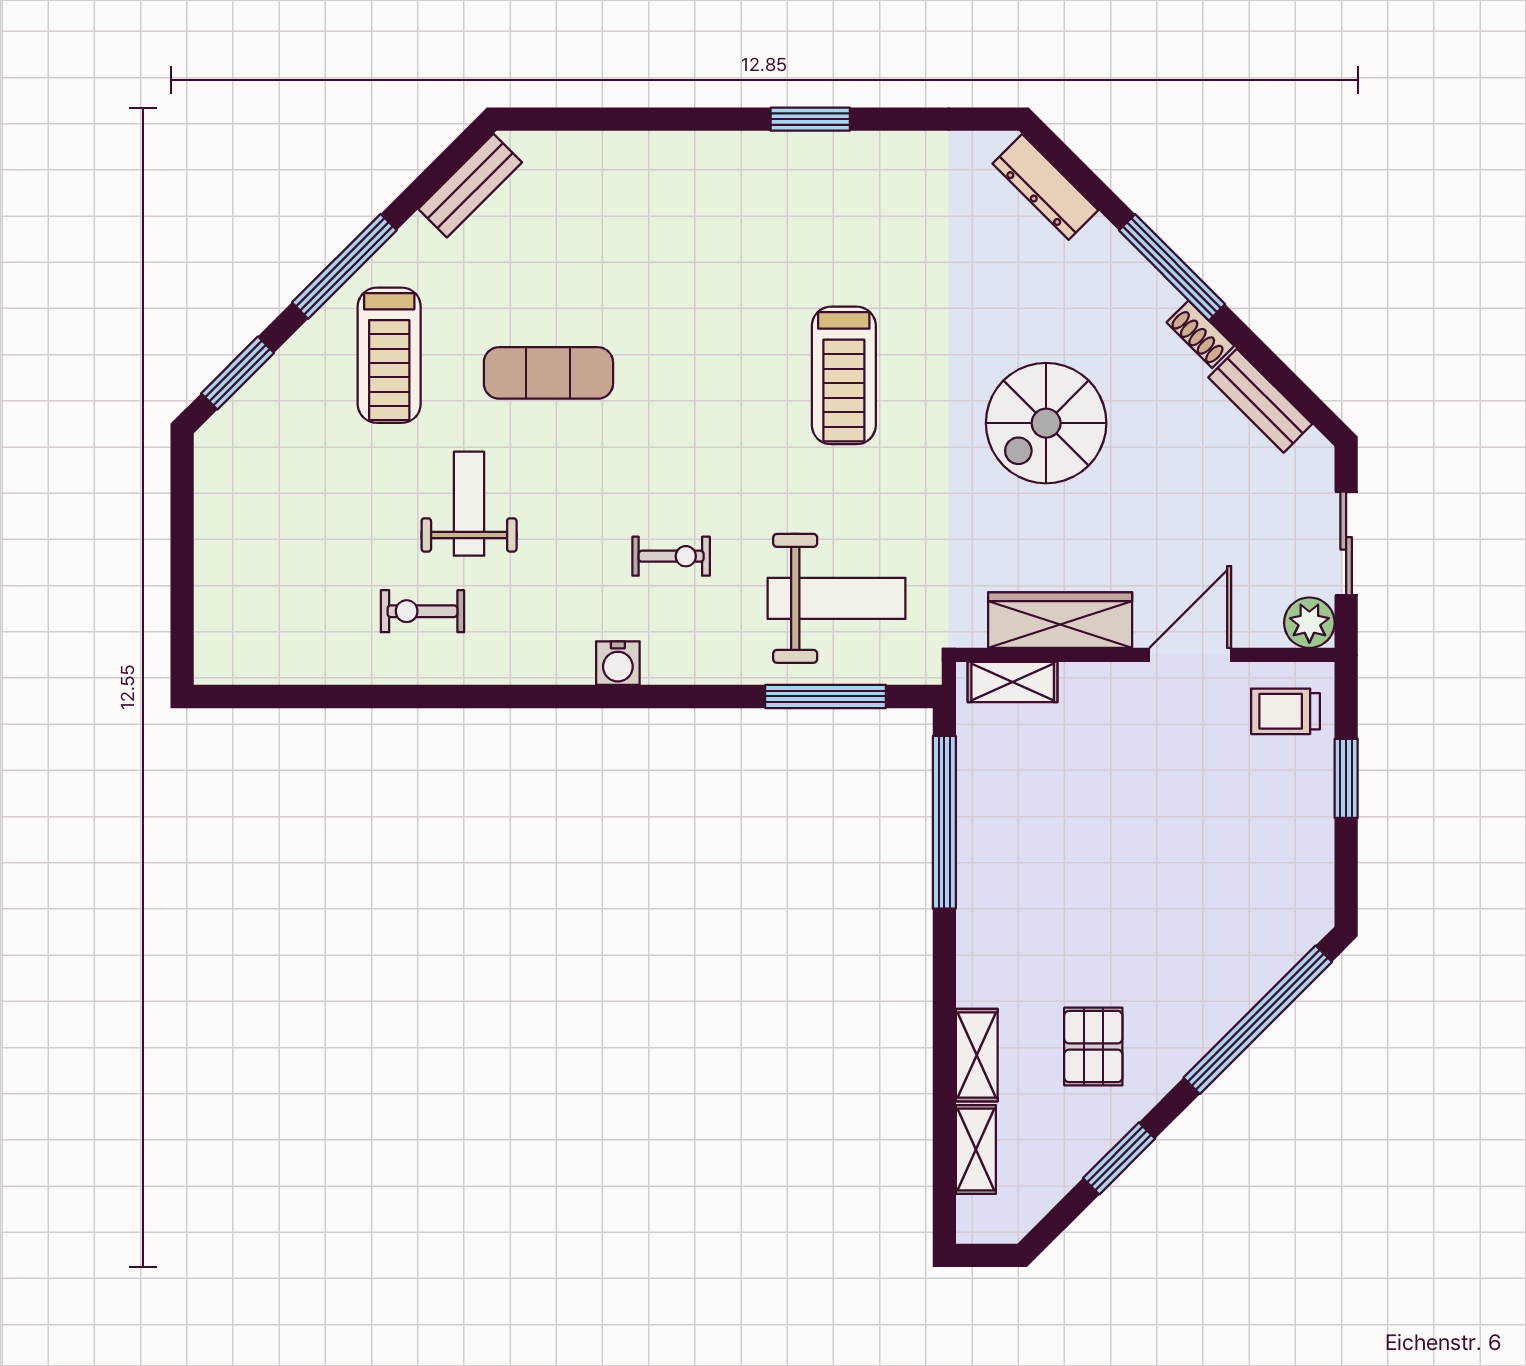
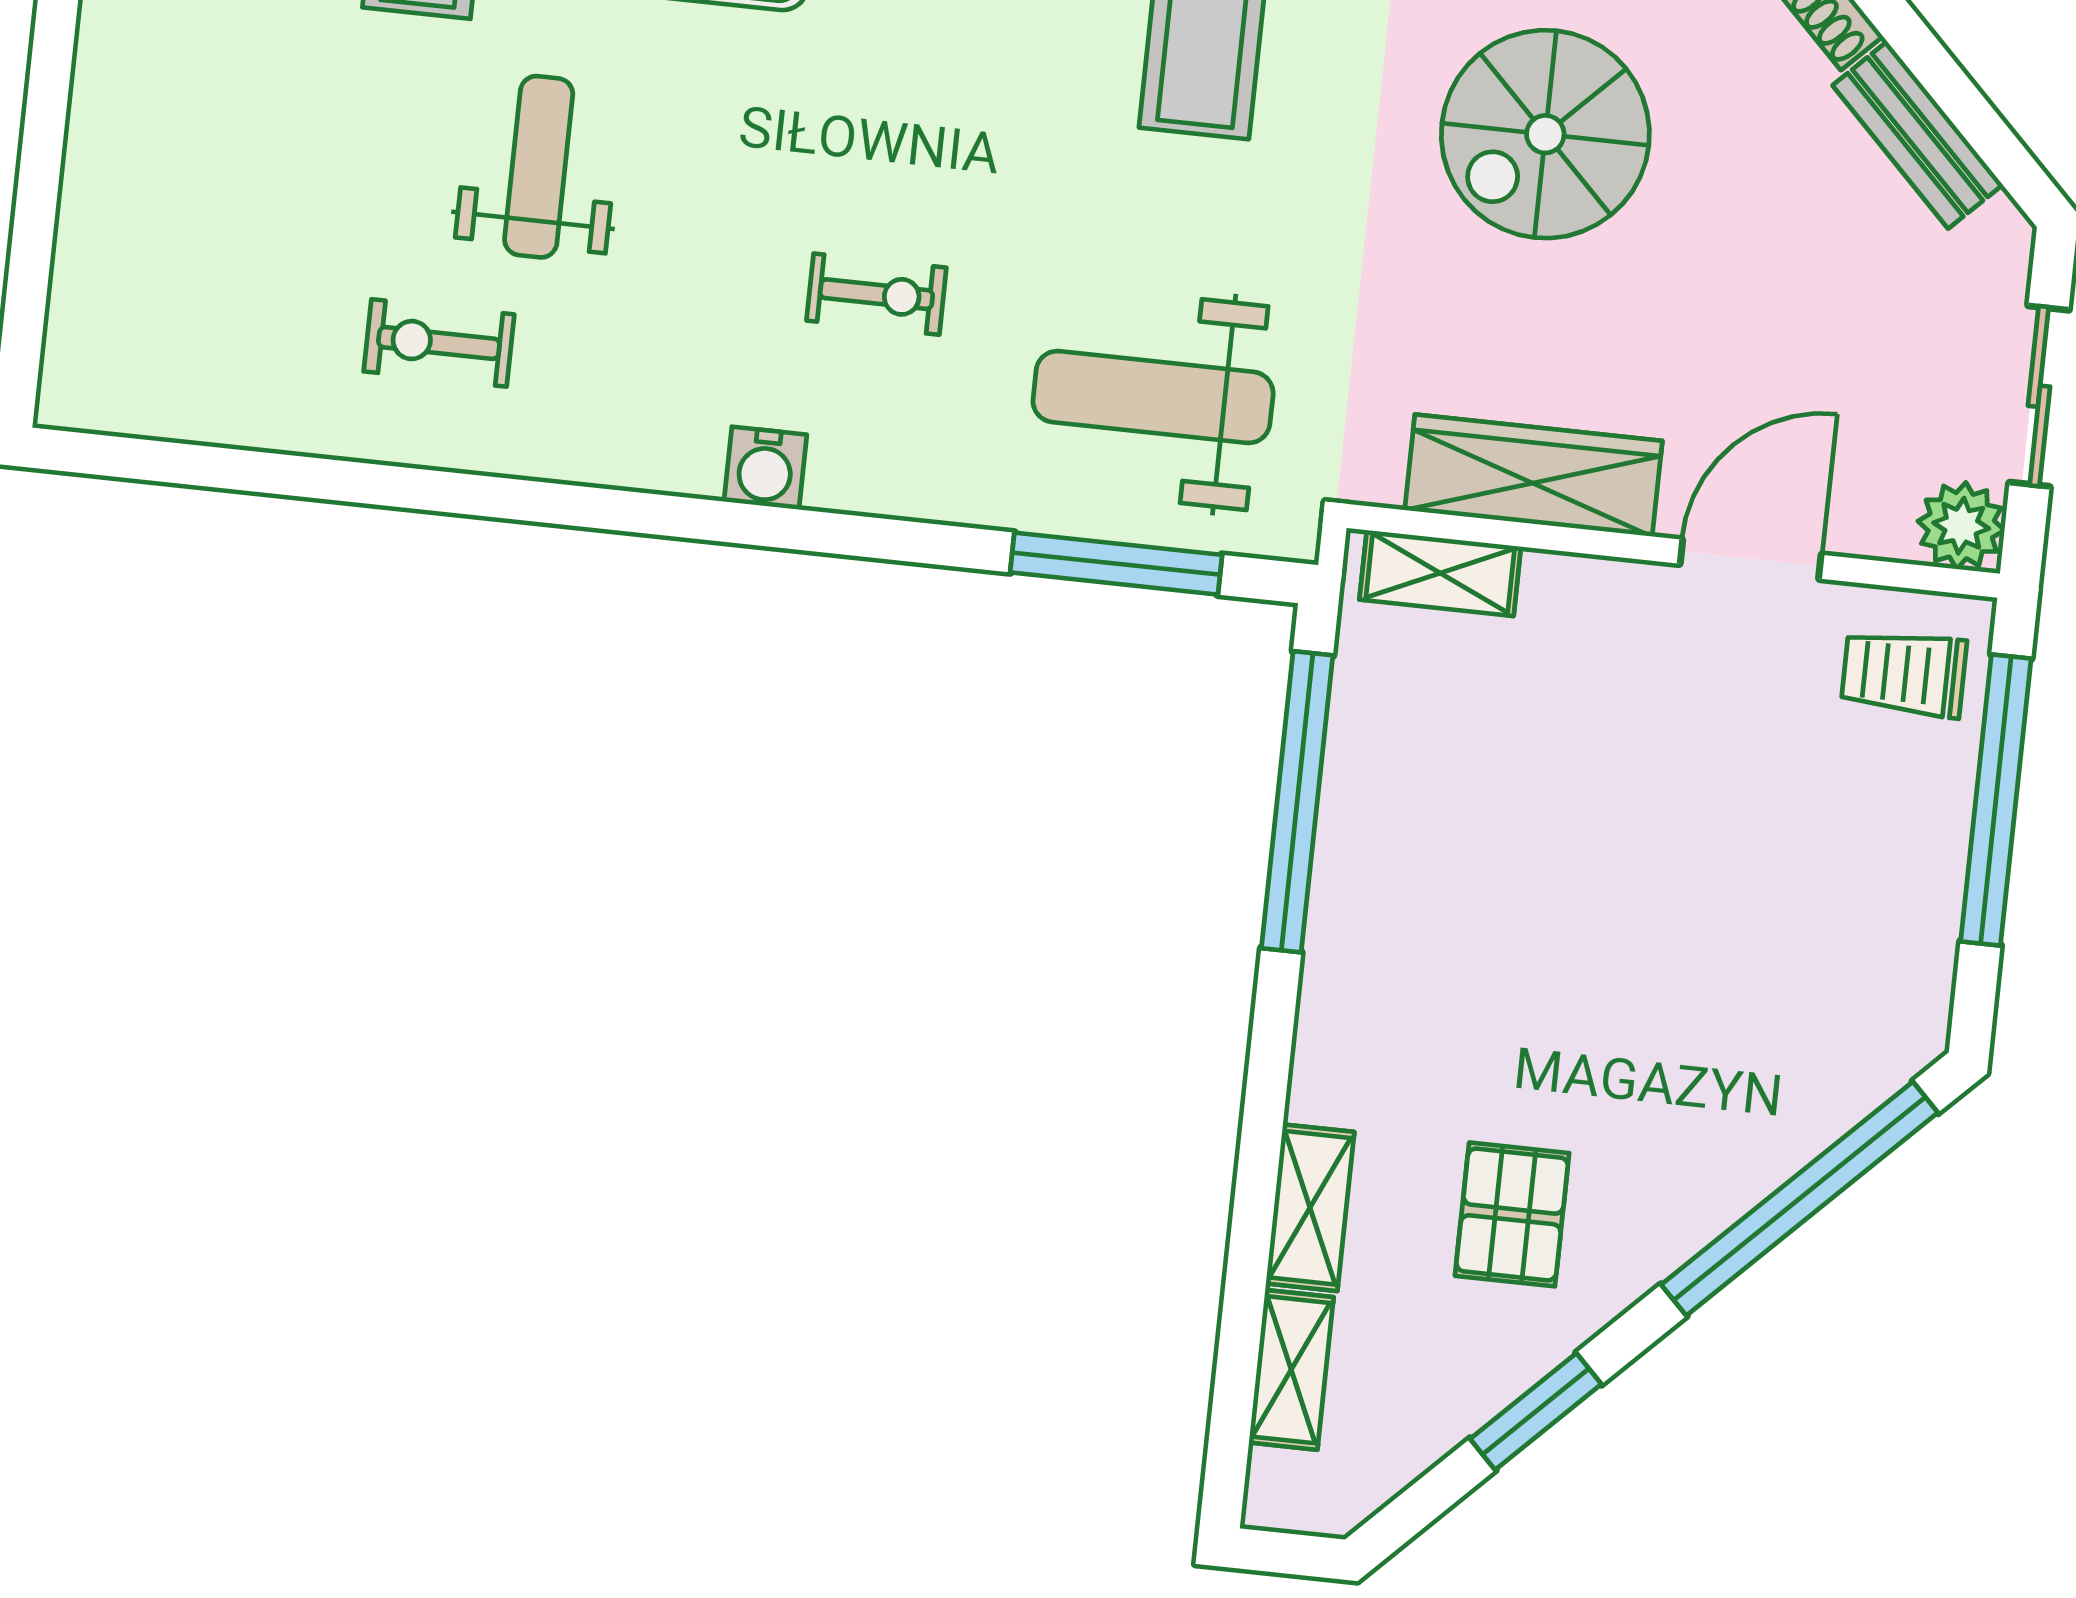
weight bench: (837, 598) -> (1153, 397), turned 180
window: (1346, 778) -> (1996, 800), width x2.11

